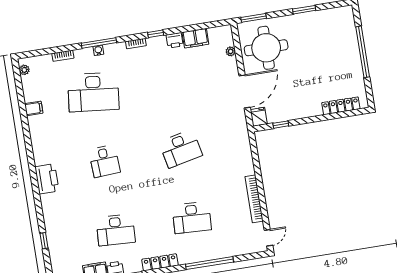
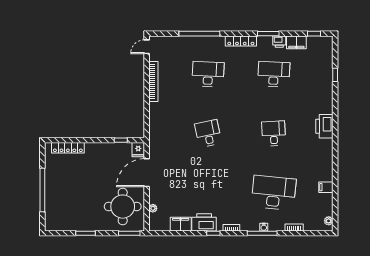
printer: (175, 40) -> (204, 222), width x1.87, depth x1.48
desk: (181, 149) -> (208, 133), width x0.73

